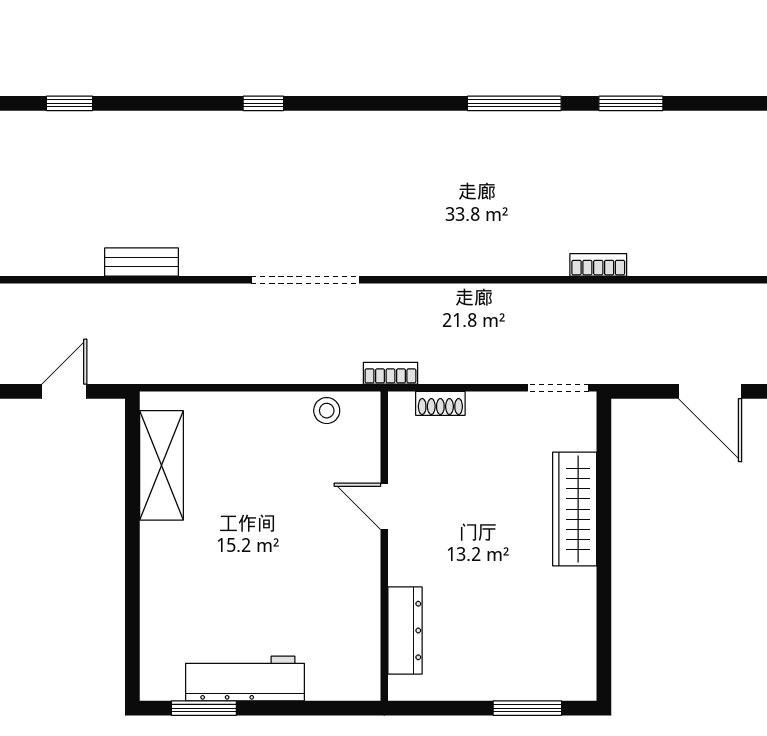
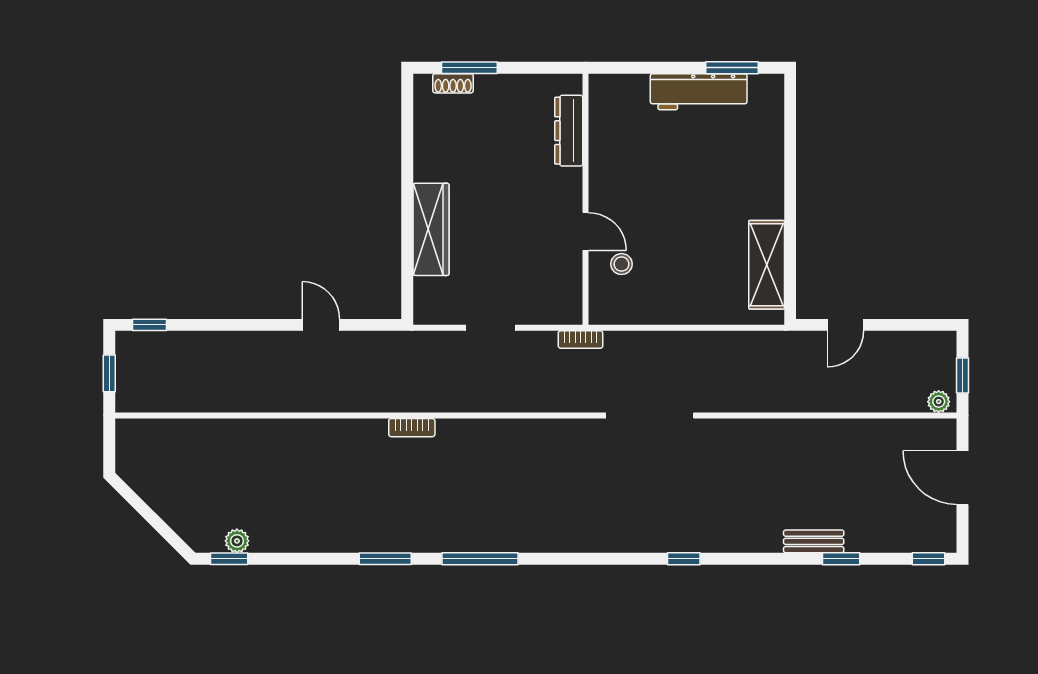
bench: (142, 262) -> (814, 541), moved
doorway: (558, 388) -> (491, 328), moved
door: (710, 391) -> (321, 325), width x0.73
shoe rack: (440, 403) -> (453, 83), moved, turned 180
stool: (327, 411) -> (622, 264), moved

